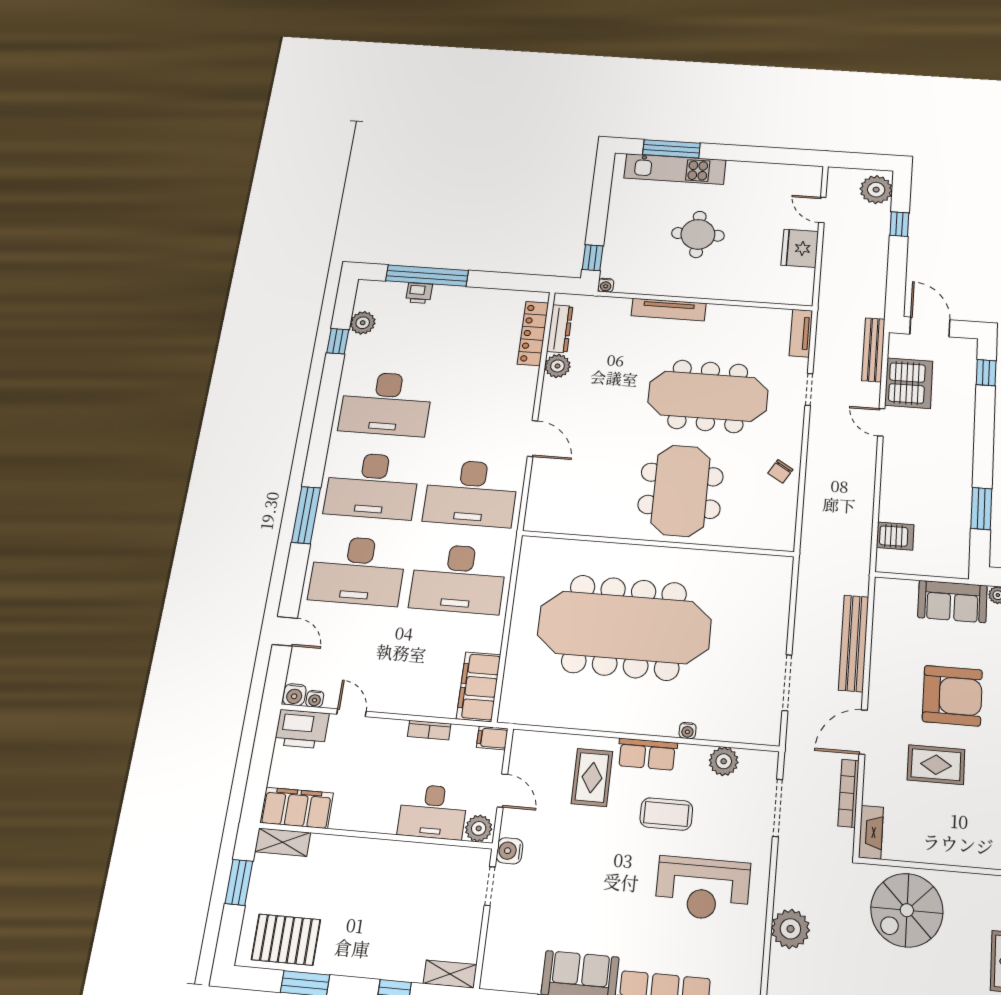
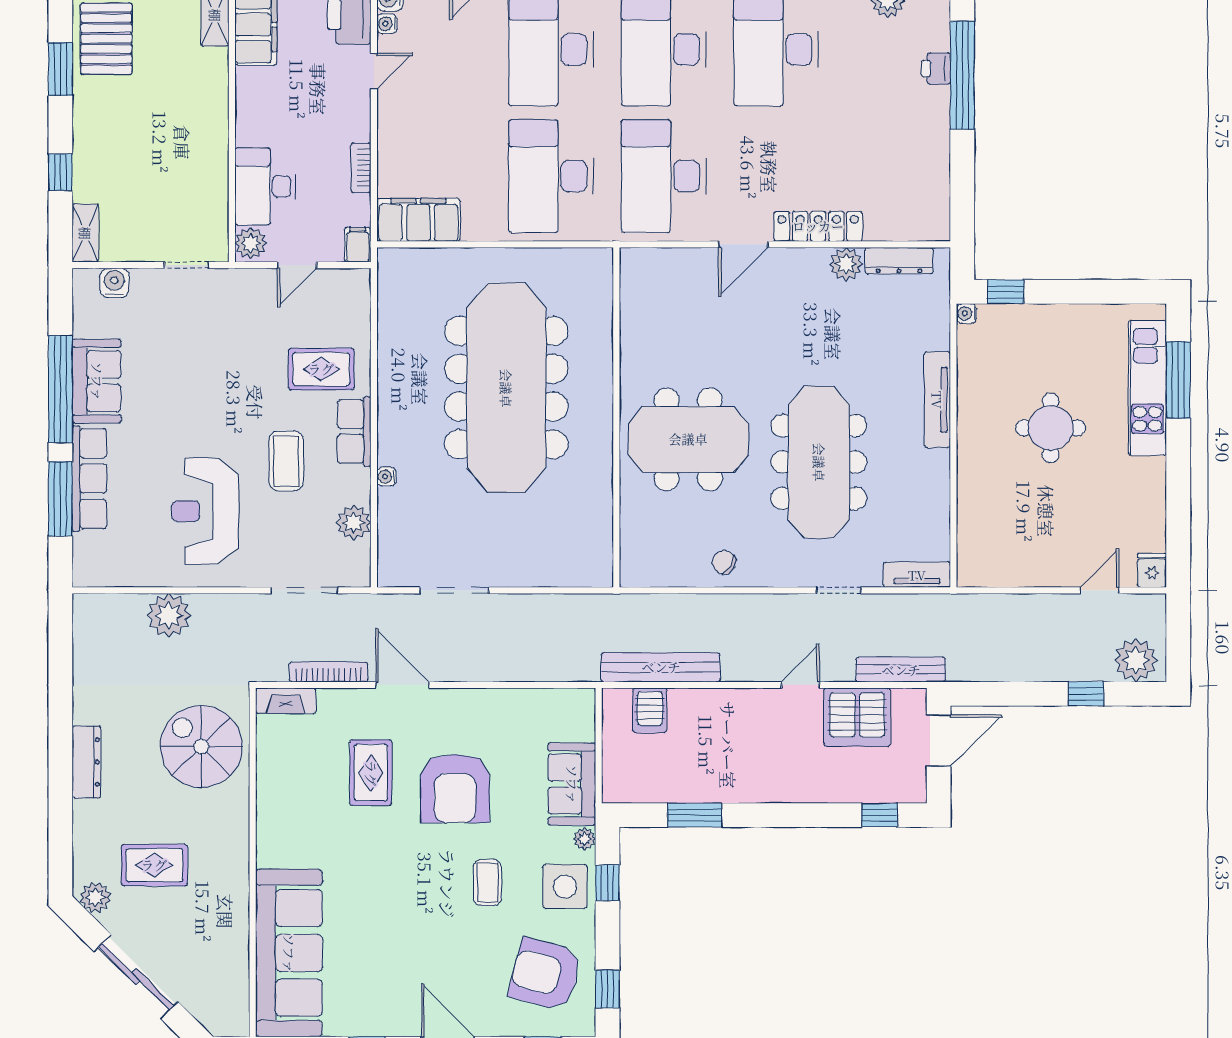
fridge: (800, 248) -> (1152, 570), moved, width x0.53, depth x0.75
locker: (533, 333) -> (818, 226), moved
bench: (854, 643) -> (661, 667), moved
water cooler: (510, 851) -> (114, 283), moved

